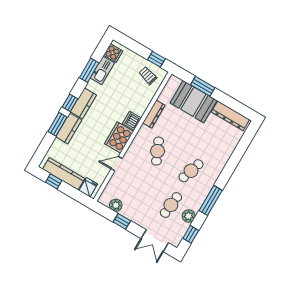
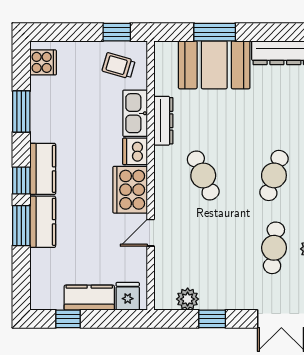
kitchen sink: (102, 71) -> (135, 113), moved, turned 180
kitchen counter: (64, 174) -> (89, 298), width x0.67

